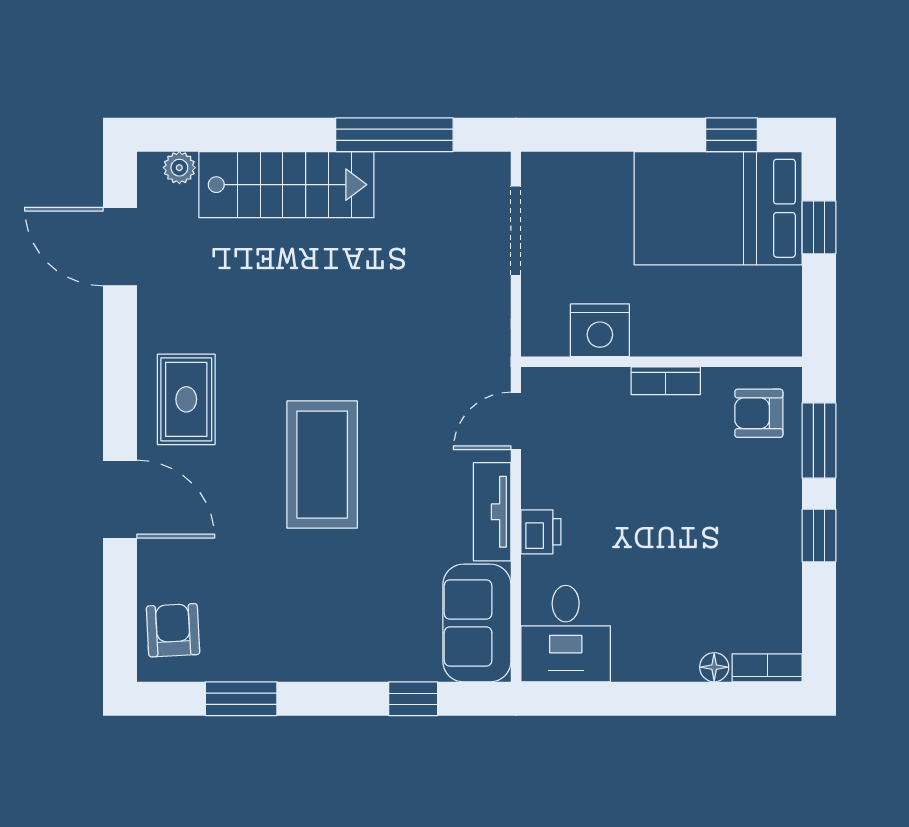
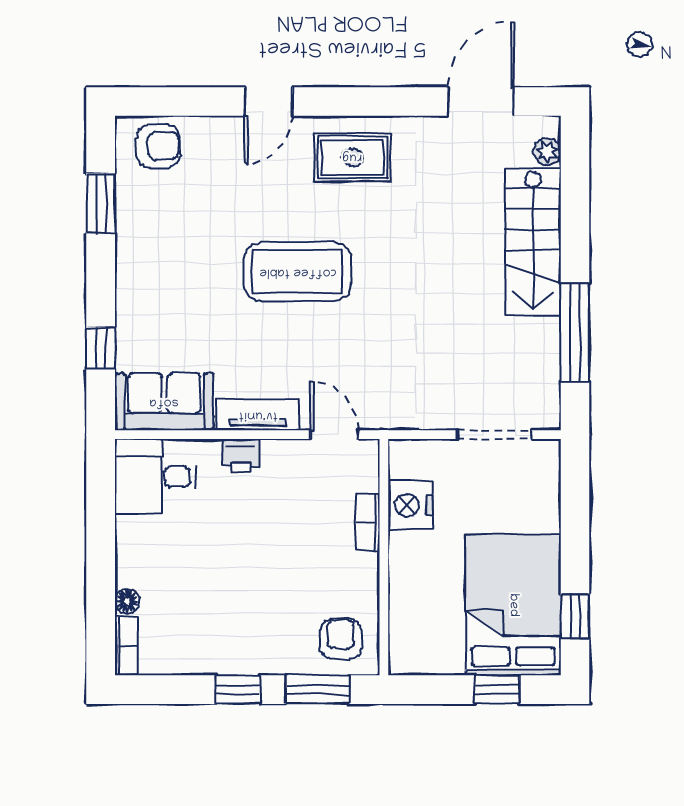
bookcase: (666, 381) -> (368, 522), moved
door: (120, 499) -> (268, 102), width x0.73

